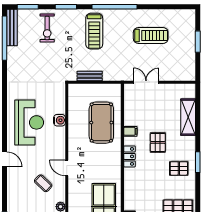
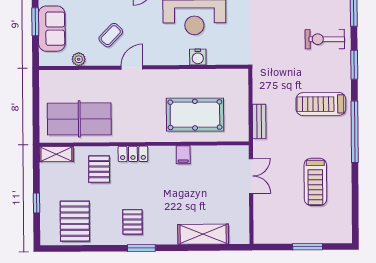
bench: (90, 76) -> (259, 121), moved
pallet: (158, 142) -> (99, 169), moved, turned 90
locker: (129, 156) -> (133, 154), moved

